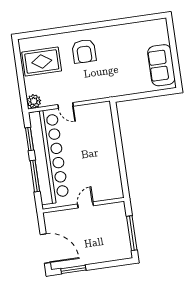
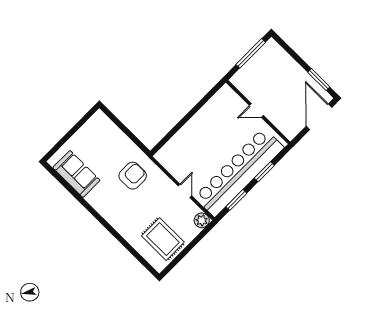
armchair: (84, 51) -> (133, 176), moved
sofa: (161, 65) -> (76, 174), moved, turned -90
window: (35, 176) -> (264, 172), width x0.69

